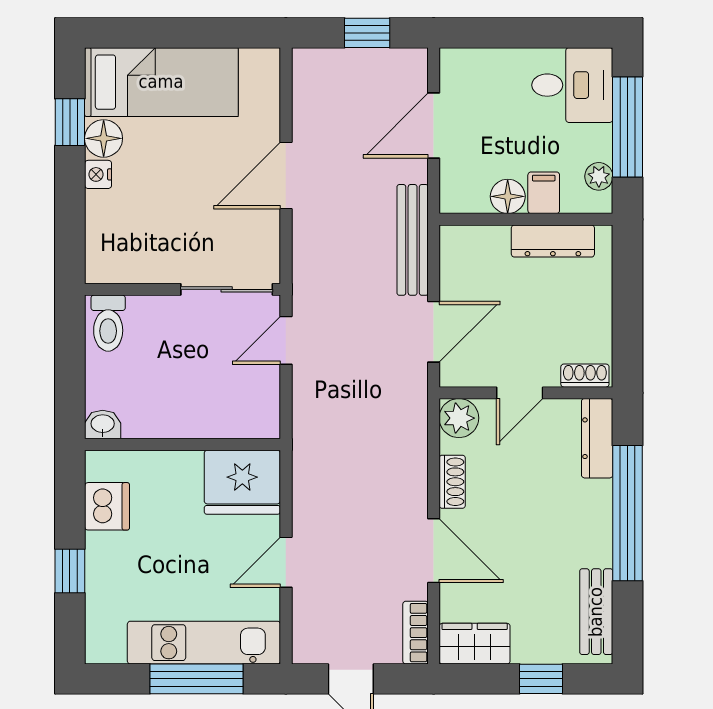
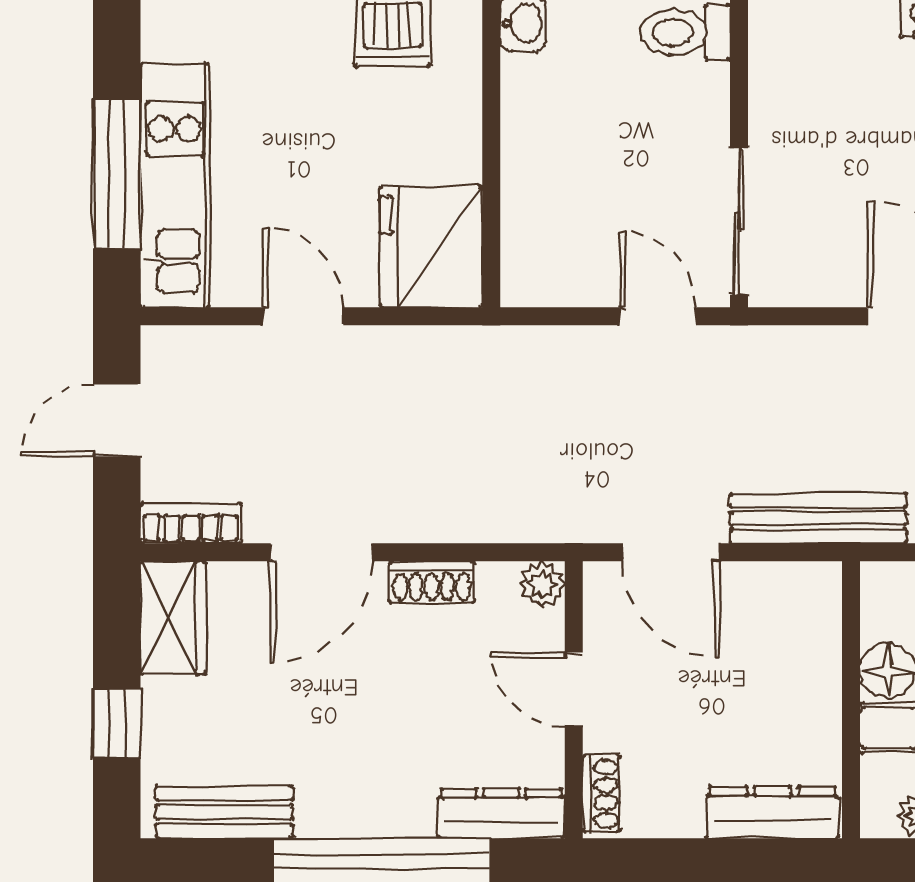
dresser: (553, 241) -> (773, 812), moved, turned 90
plant: (459, 418) -> (542, 584), width x0.73, depth x0.73

